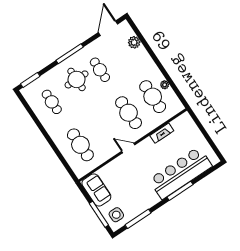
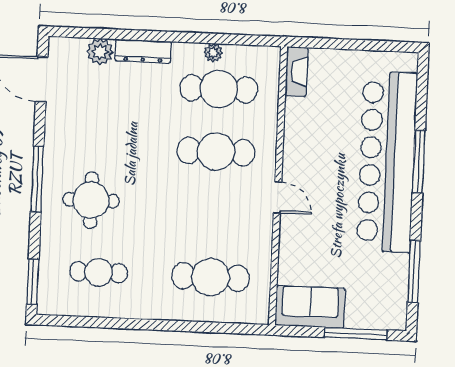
dresser: (146, 58) -> (143, 51), added
cafe table: (100, 70) -> (104, 147), removed
fireplace: (162, 133) -> (296, 72), moved
door: (128, 148) -> (278, 197), swing flipped
bar counter: (180, 173) -> (387, 162), width x1.36
side table: (116, 215) -> (379, 304), removed

